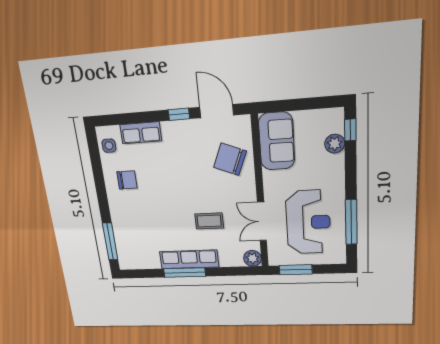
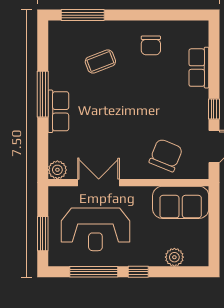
window: (350, 130) -> (138, 272), moved
side table: (109, 146) -> (188, 32), removed
coffee table: (209, 221) -> (100, 62), moved, turned 69
row of seats: (189, 259) -> (58, 111), width x0.68
window: (296, 270) -> (43, 234), moved

